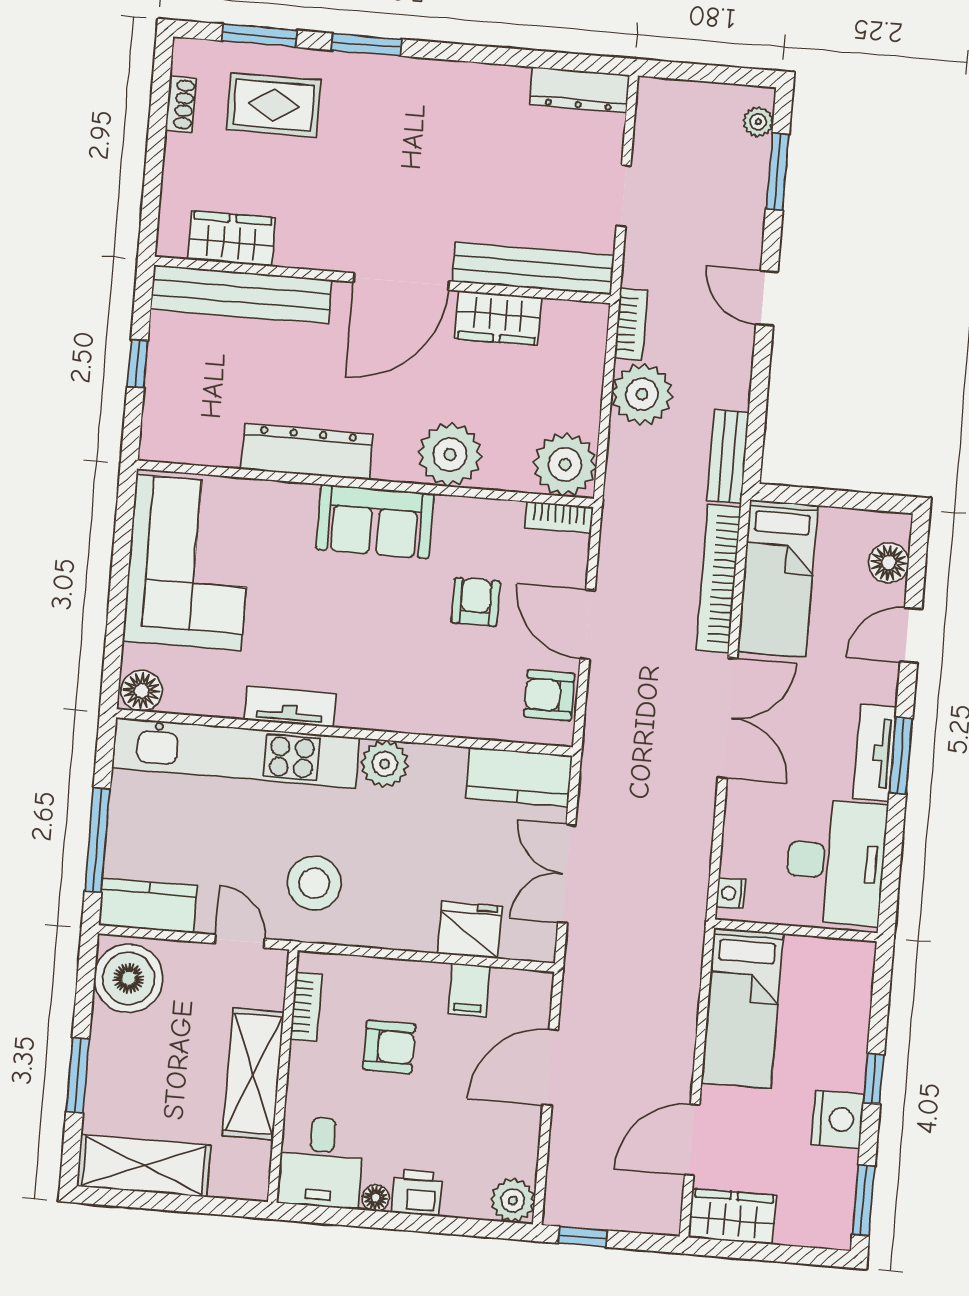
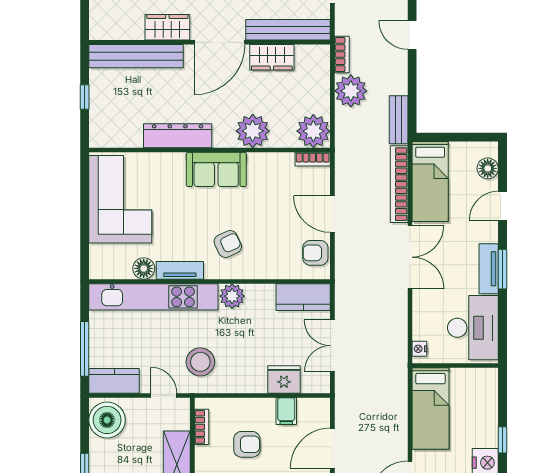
wardrobe: (231, 239) -> (167, 27), moved
armchair: (476, 602) -> (228, 244), moved, turned 65
floor lamp: (142, 691) -> (144, 268), moved

